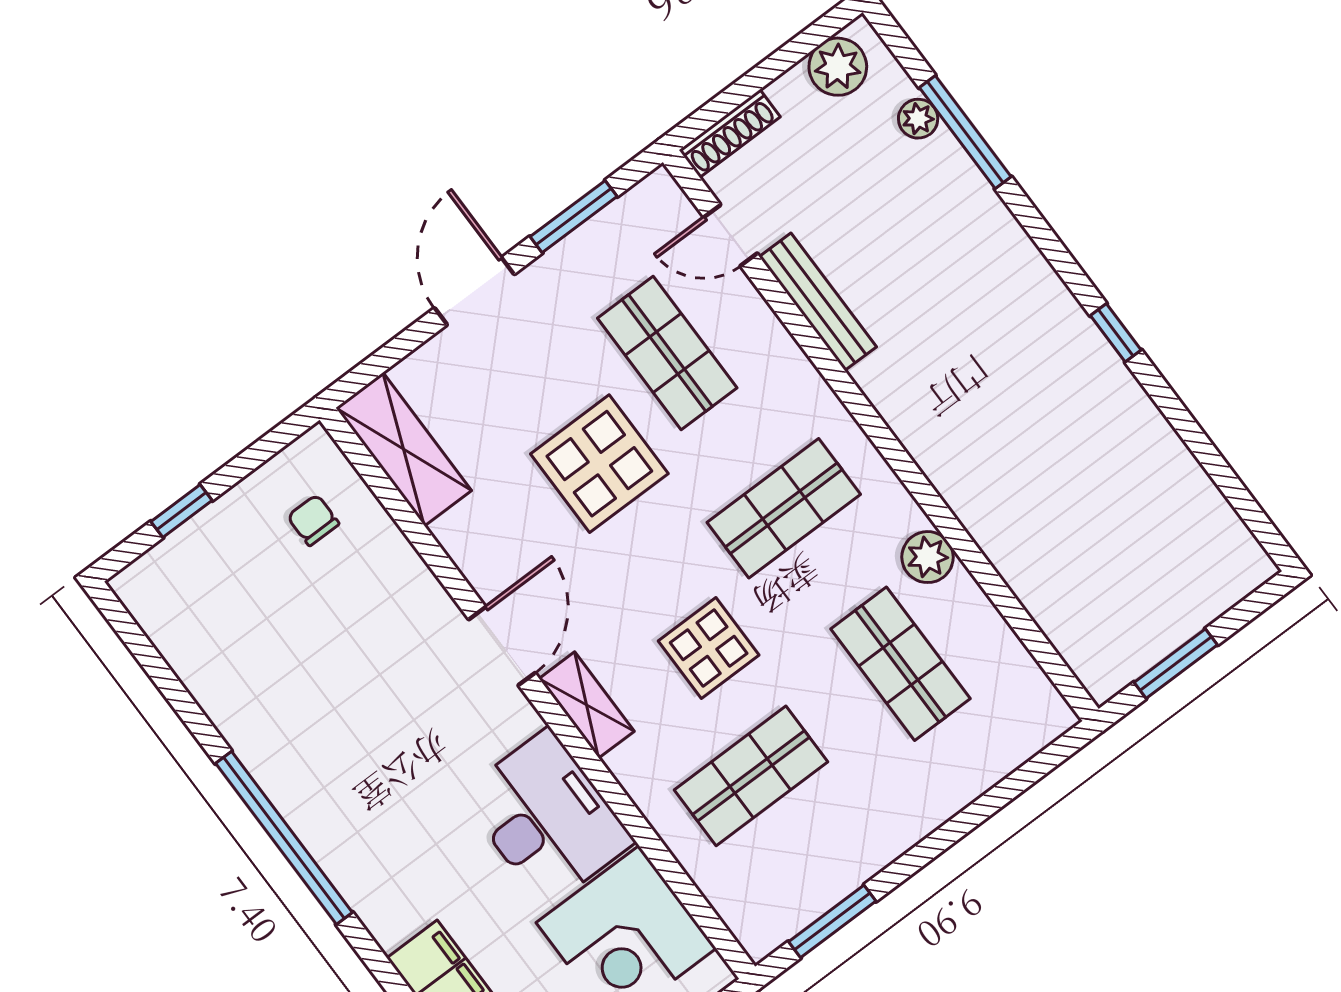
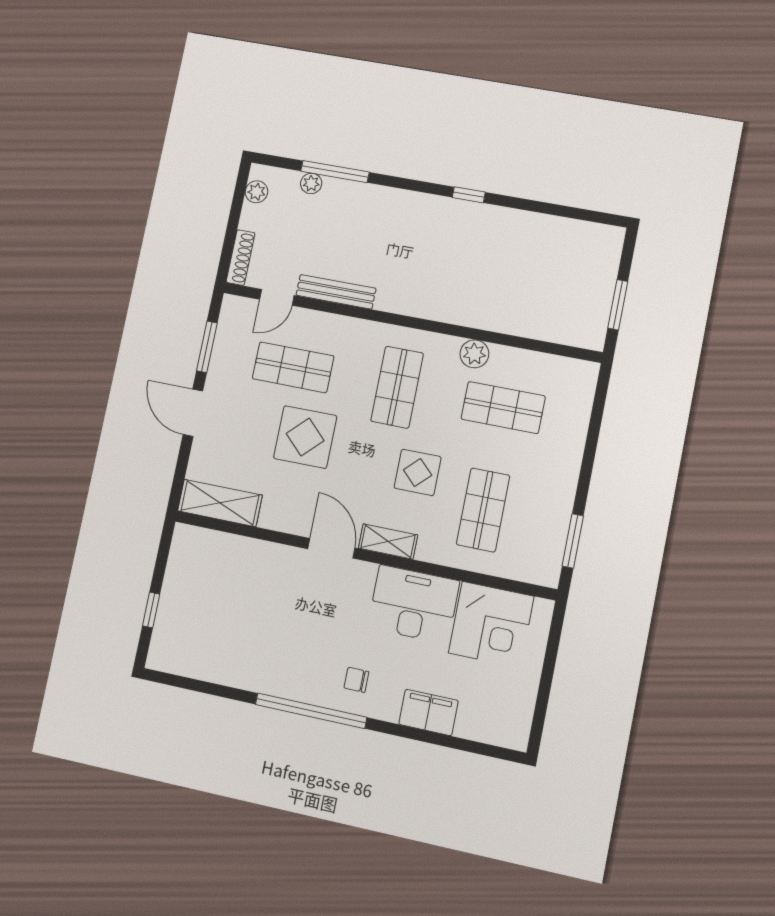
plant: (838, 67) -> (256, 192), width x0.73, depth x0.73
chair: (313, 520) -> (356, 680), moved

